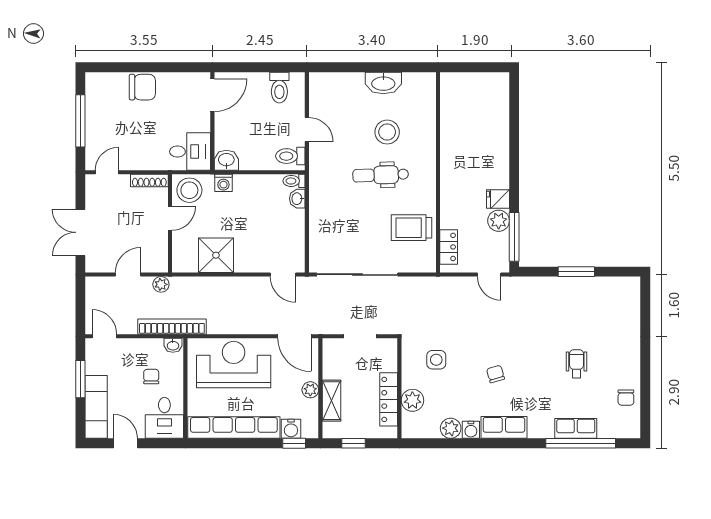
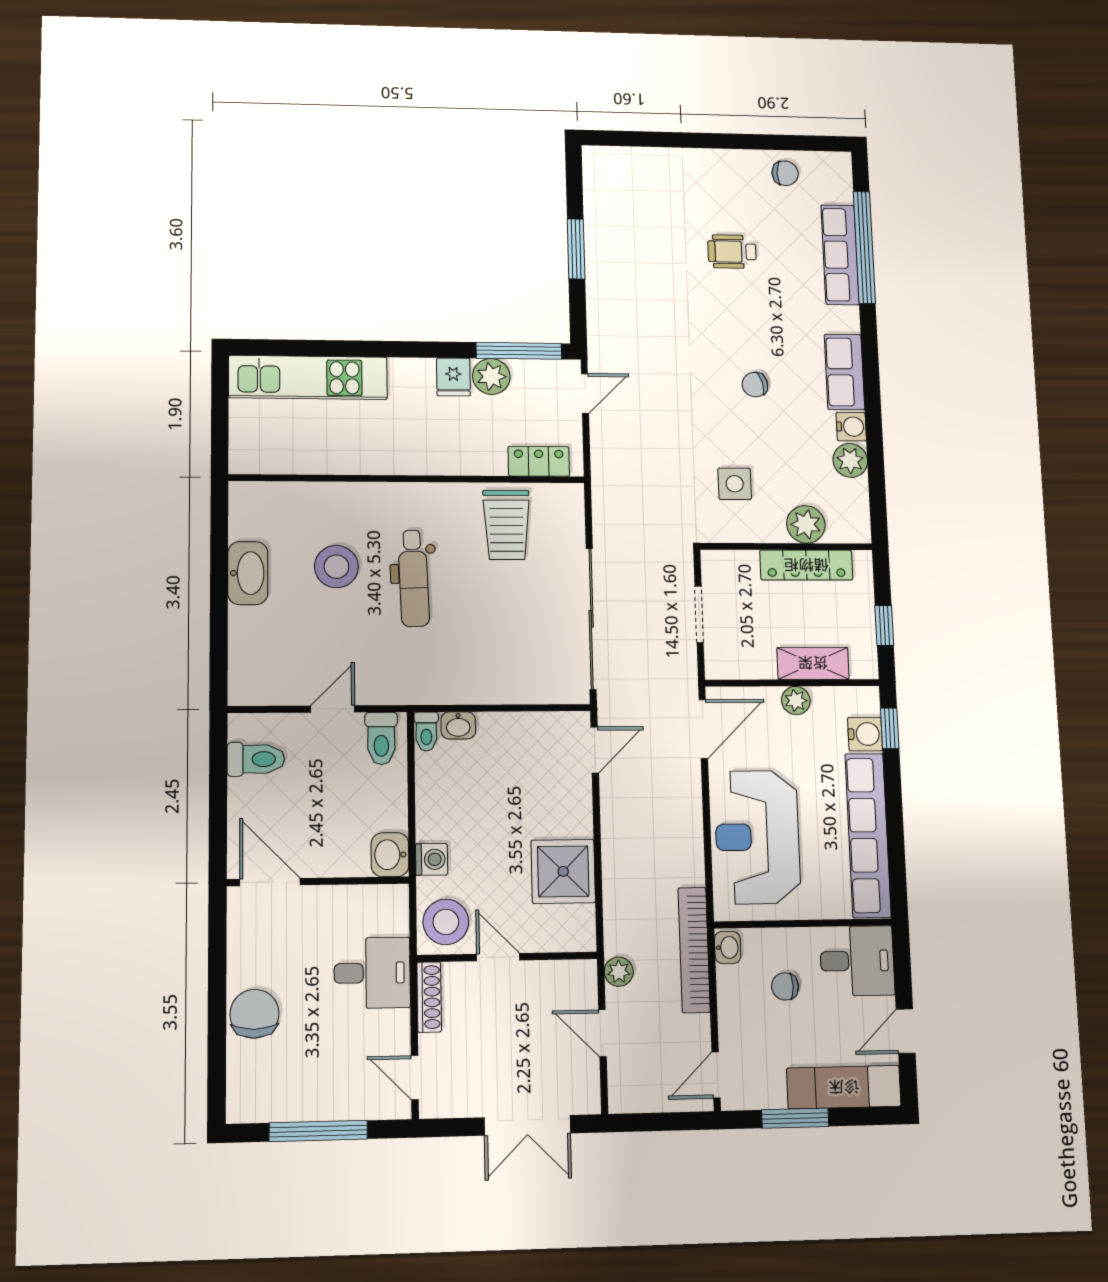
kitchen unit: (497, 117) -> (308, 377), added
desk: (190, 152) -> (372, 973), moved, turned 90
row of seats: (576, 428) -> (840, 255), width x1.48

